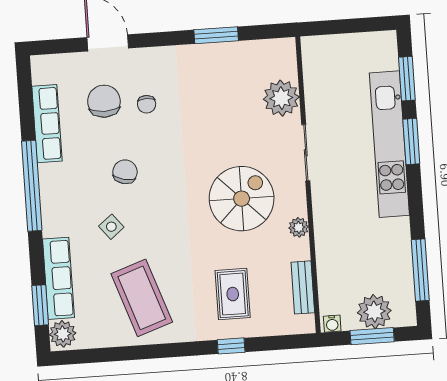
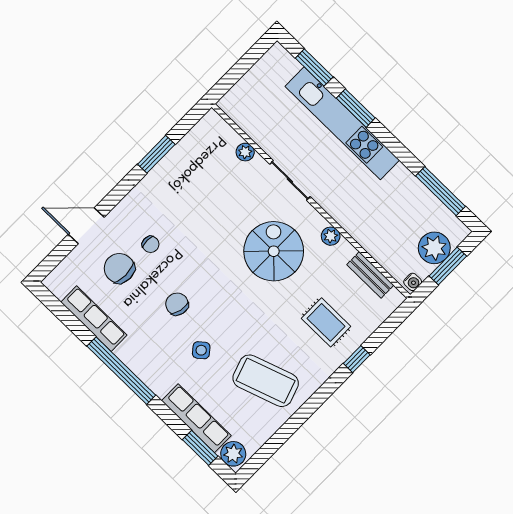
plant: (281, 98) -> (245, 152), width x0.53, depth x0.53

